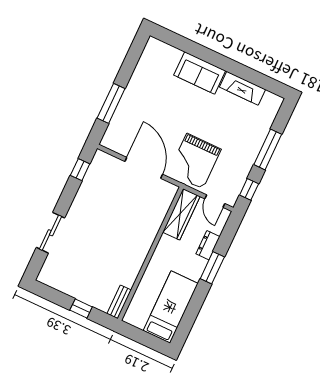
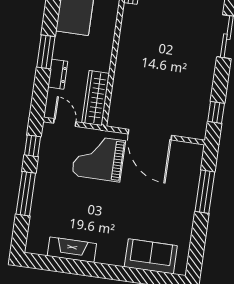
sofa: (200, 73) -> (151, 256), moved
grand piano: (195, 161) -> (99, 158), turned -90

